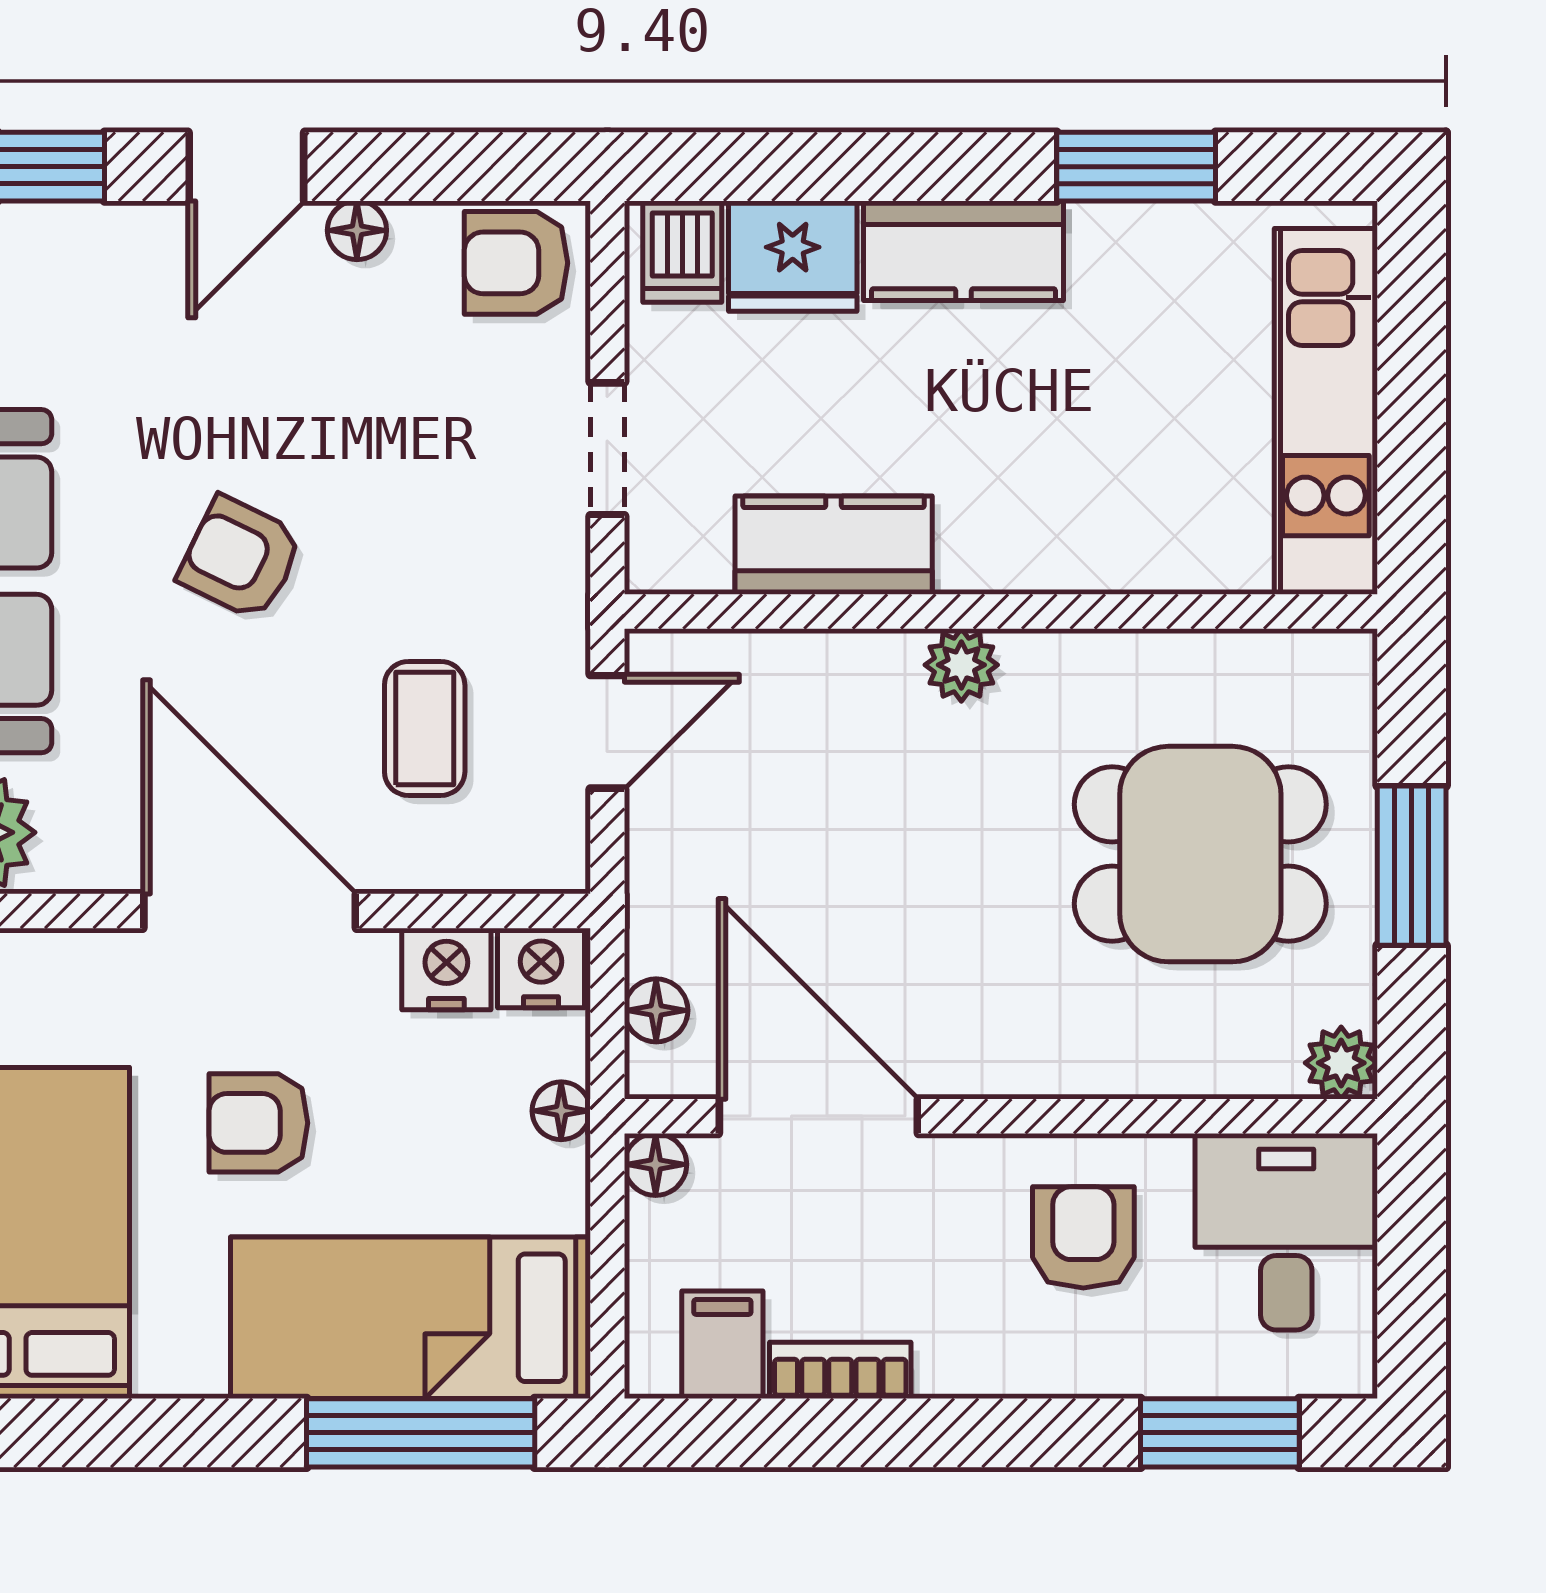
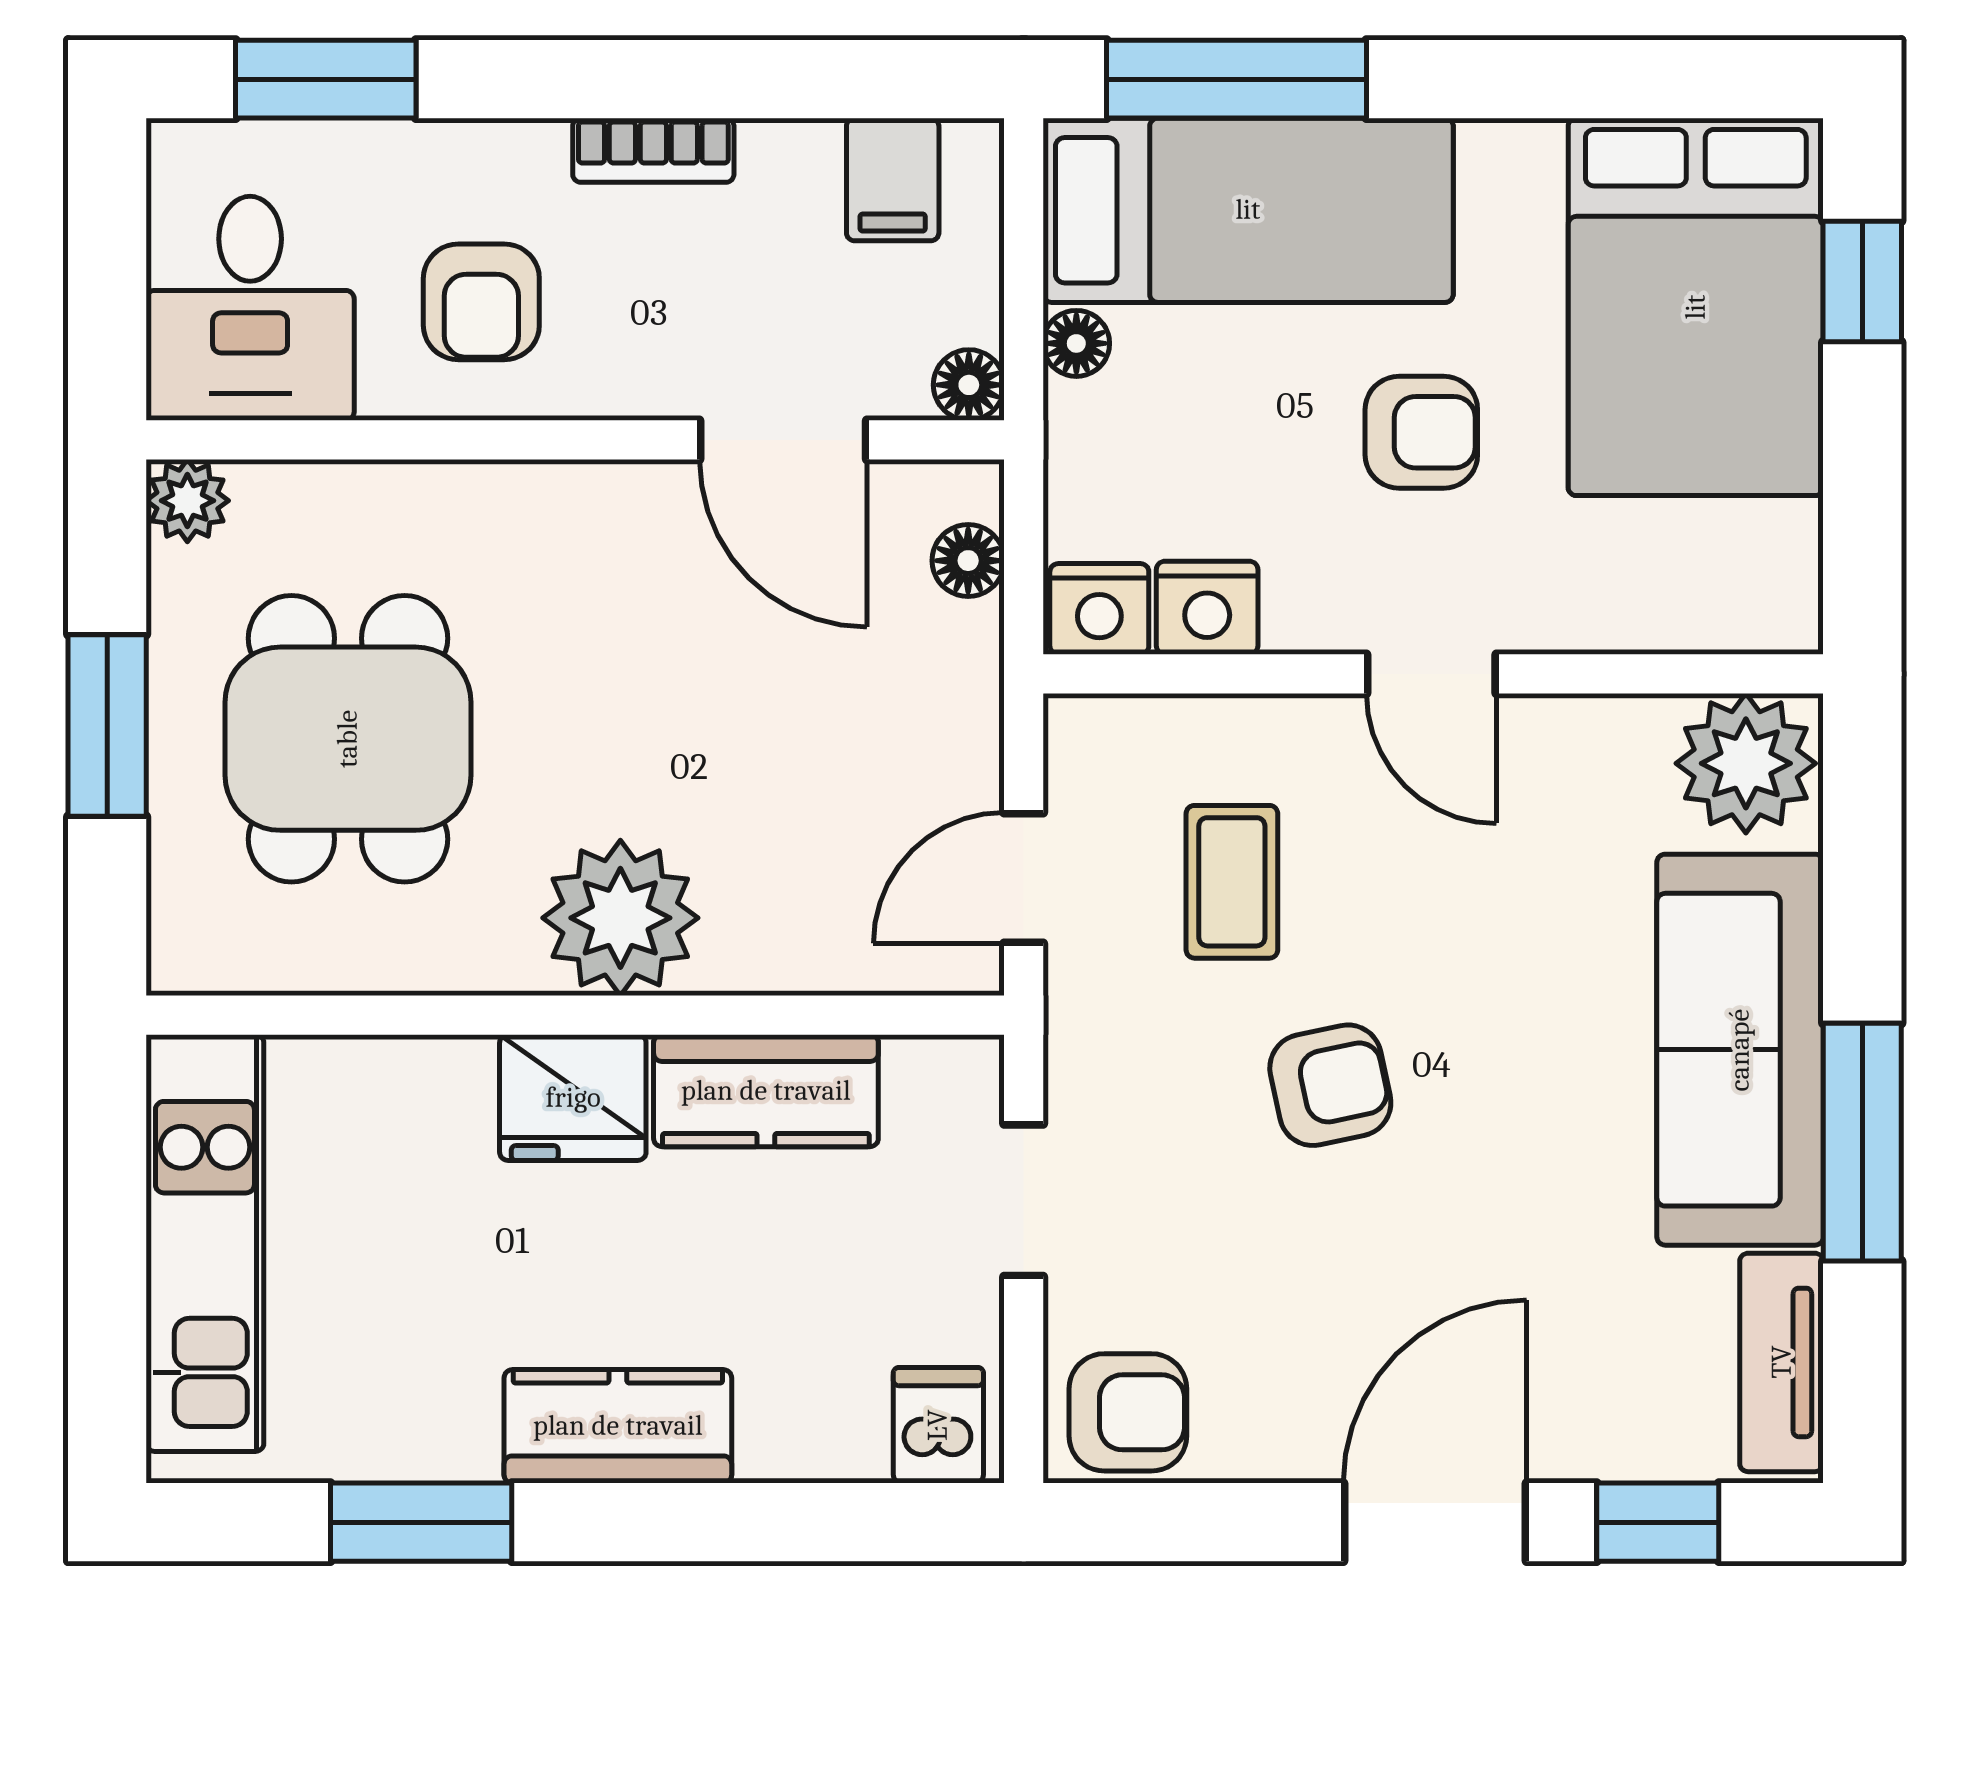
door: (246, 167) -> (1435, 1522), width x1.38
floor lamp: (357, 230) -> (1309, 1449), removed
fridge: (793, 256) -> (573, 1098), moved, turned 180
armchair: (241, 558) -> (1330, 1085), moved, turned -38
plant: (961, 665) -> (620, 918), width x1.87, depth x1.87
dining table: (1200, 854) -> (348, 739), turned 90
door: (250, 911) -> (1431, 674), width x0.53
floor lamp: (561, 1111) -> (1076, 343), moved
door: (818, 1116) -> (783, 440), width x0.73
bookcase: (840, 1370) -> (653, 150), moved

